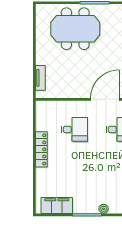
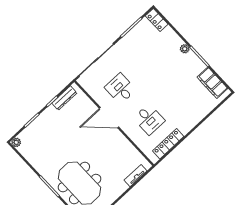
desk: (74, 129) -> (149, 119), turned 180
locker: (41, 149) -> (168, 144), moved

